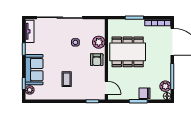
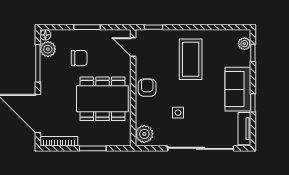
plant: (99, 42) -> (144, 134), moved
sofa: (34, 70) -> (238, 89), moved
coffee table: (67, 79) -> (191, 59), width x1.86, depth x1.72
chair: (145, 93) -> (79, 58), moved

